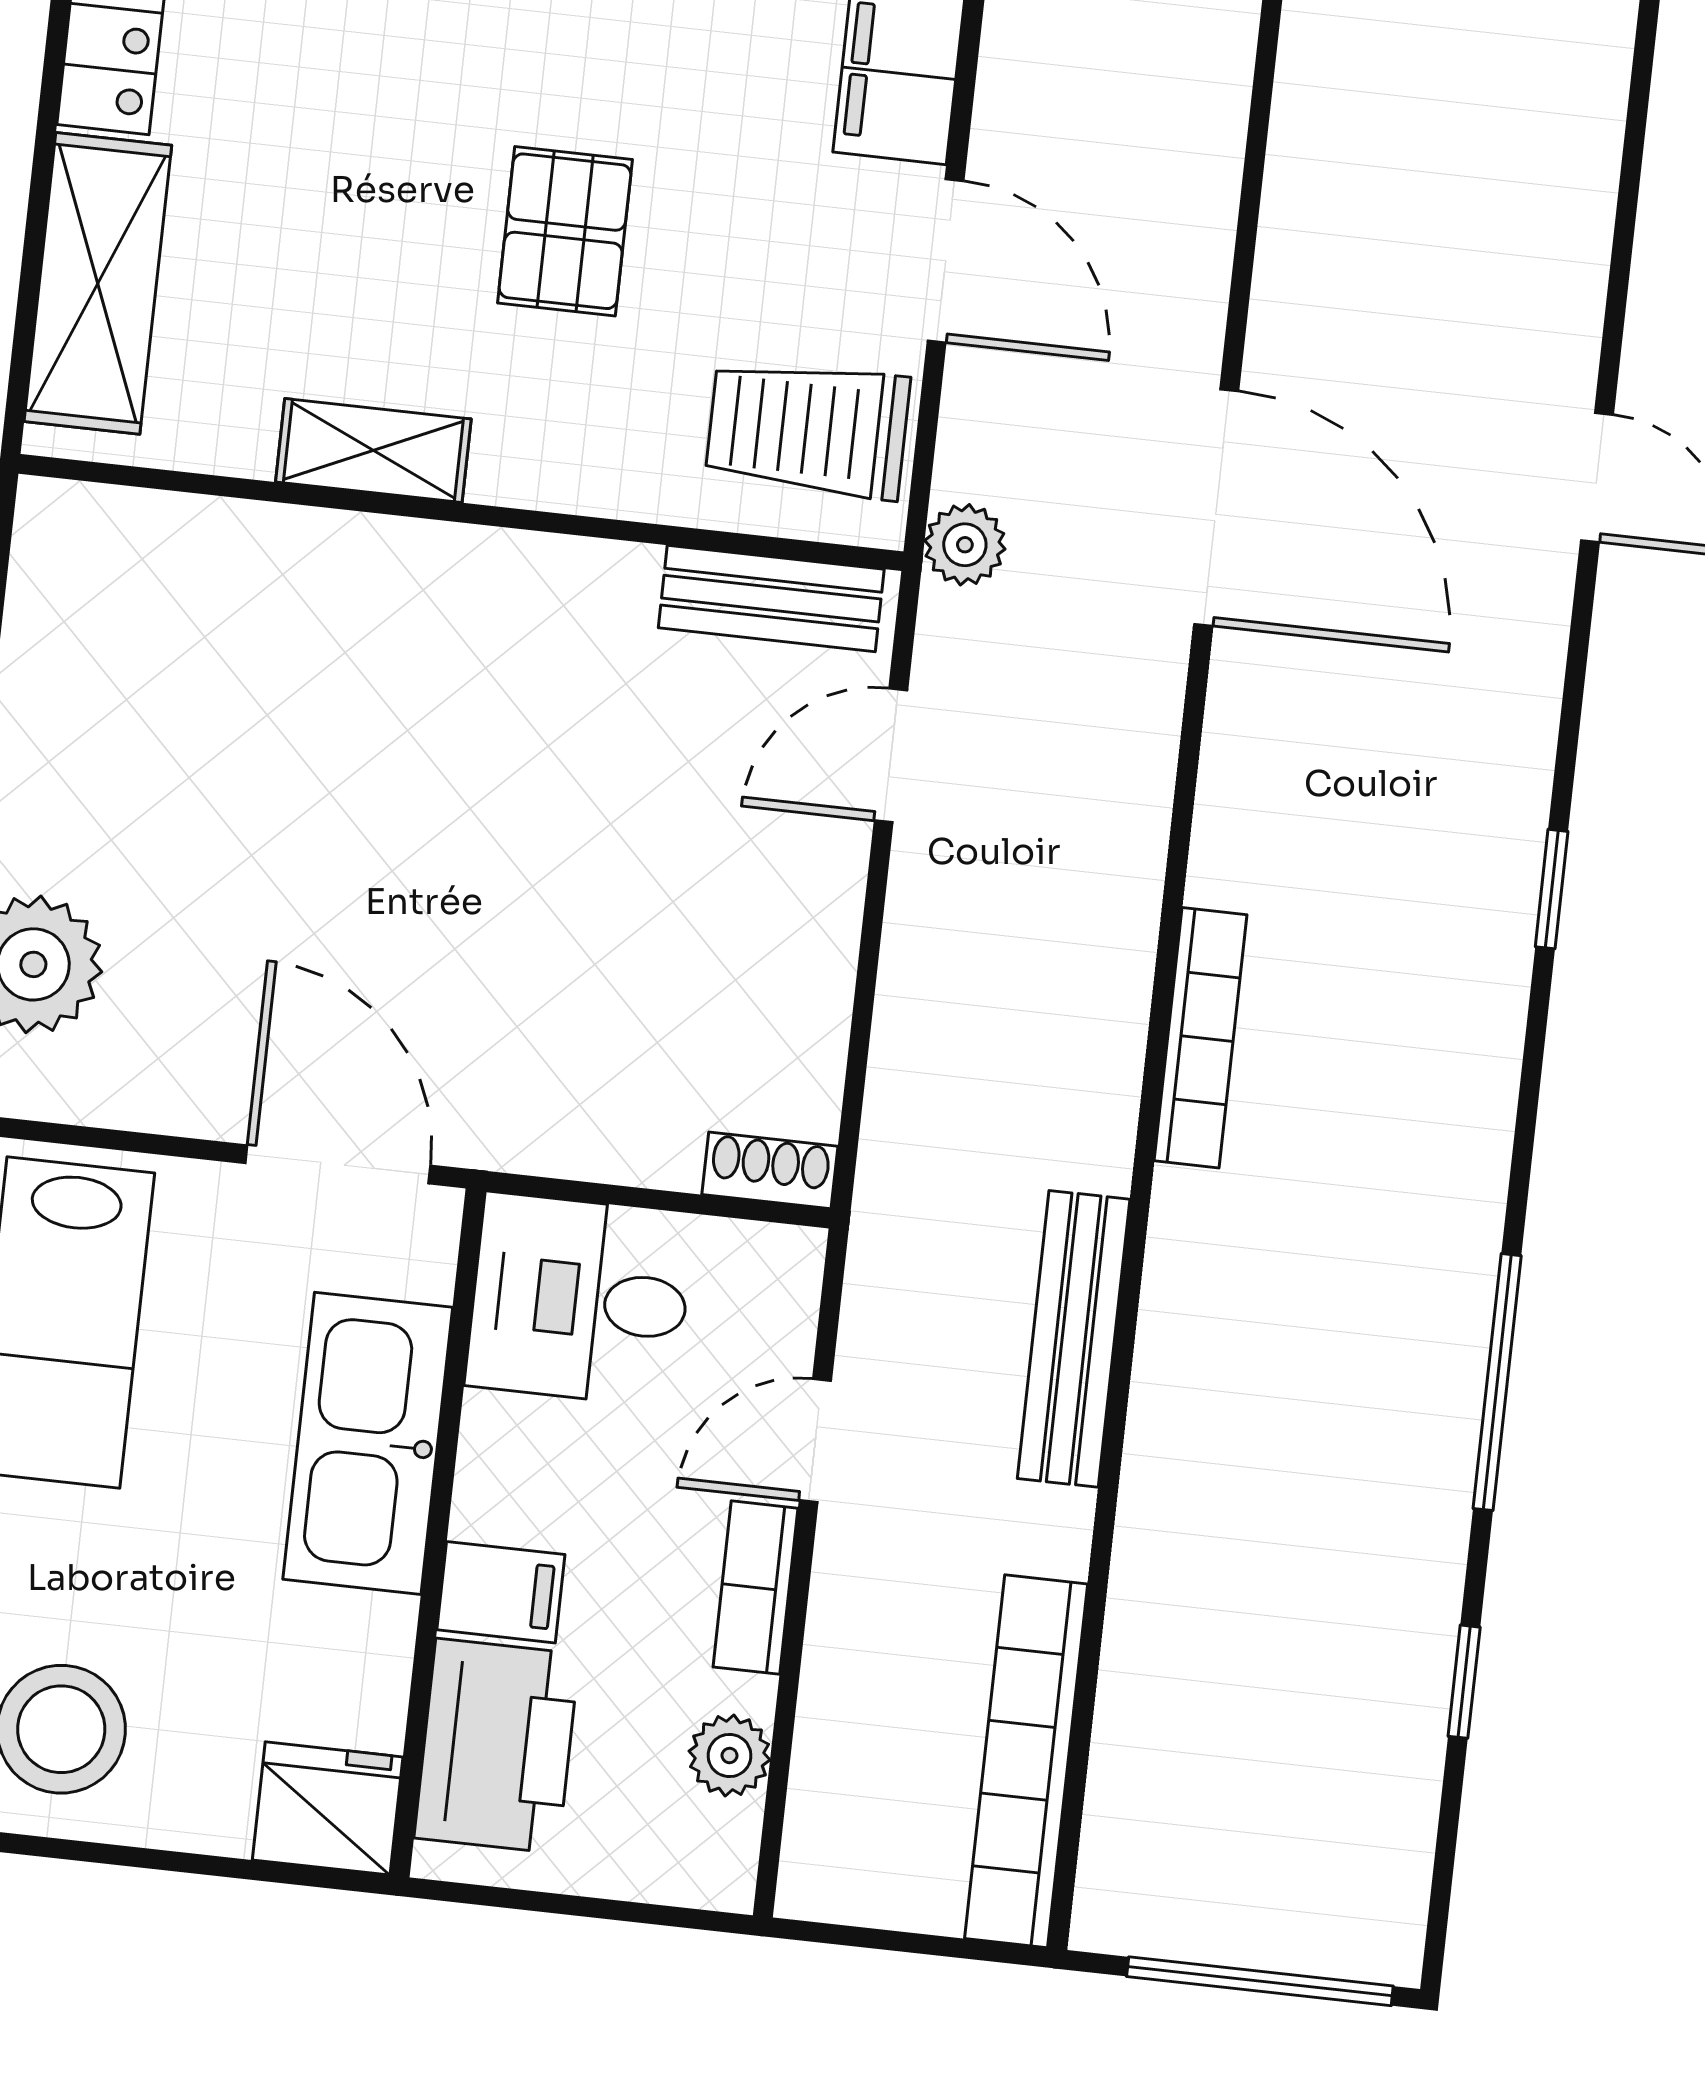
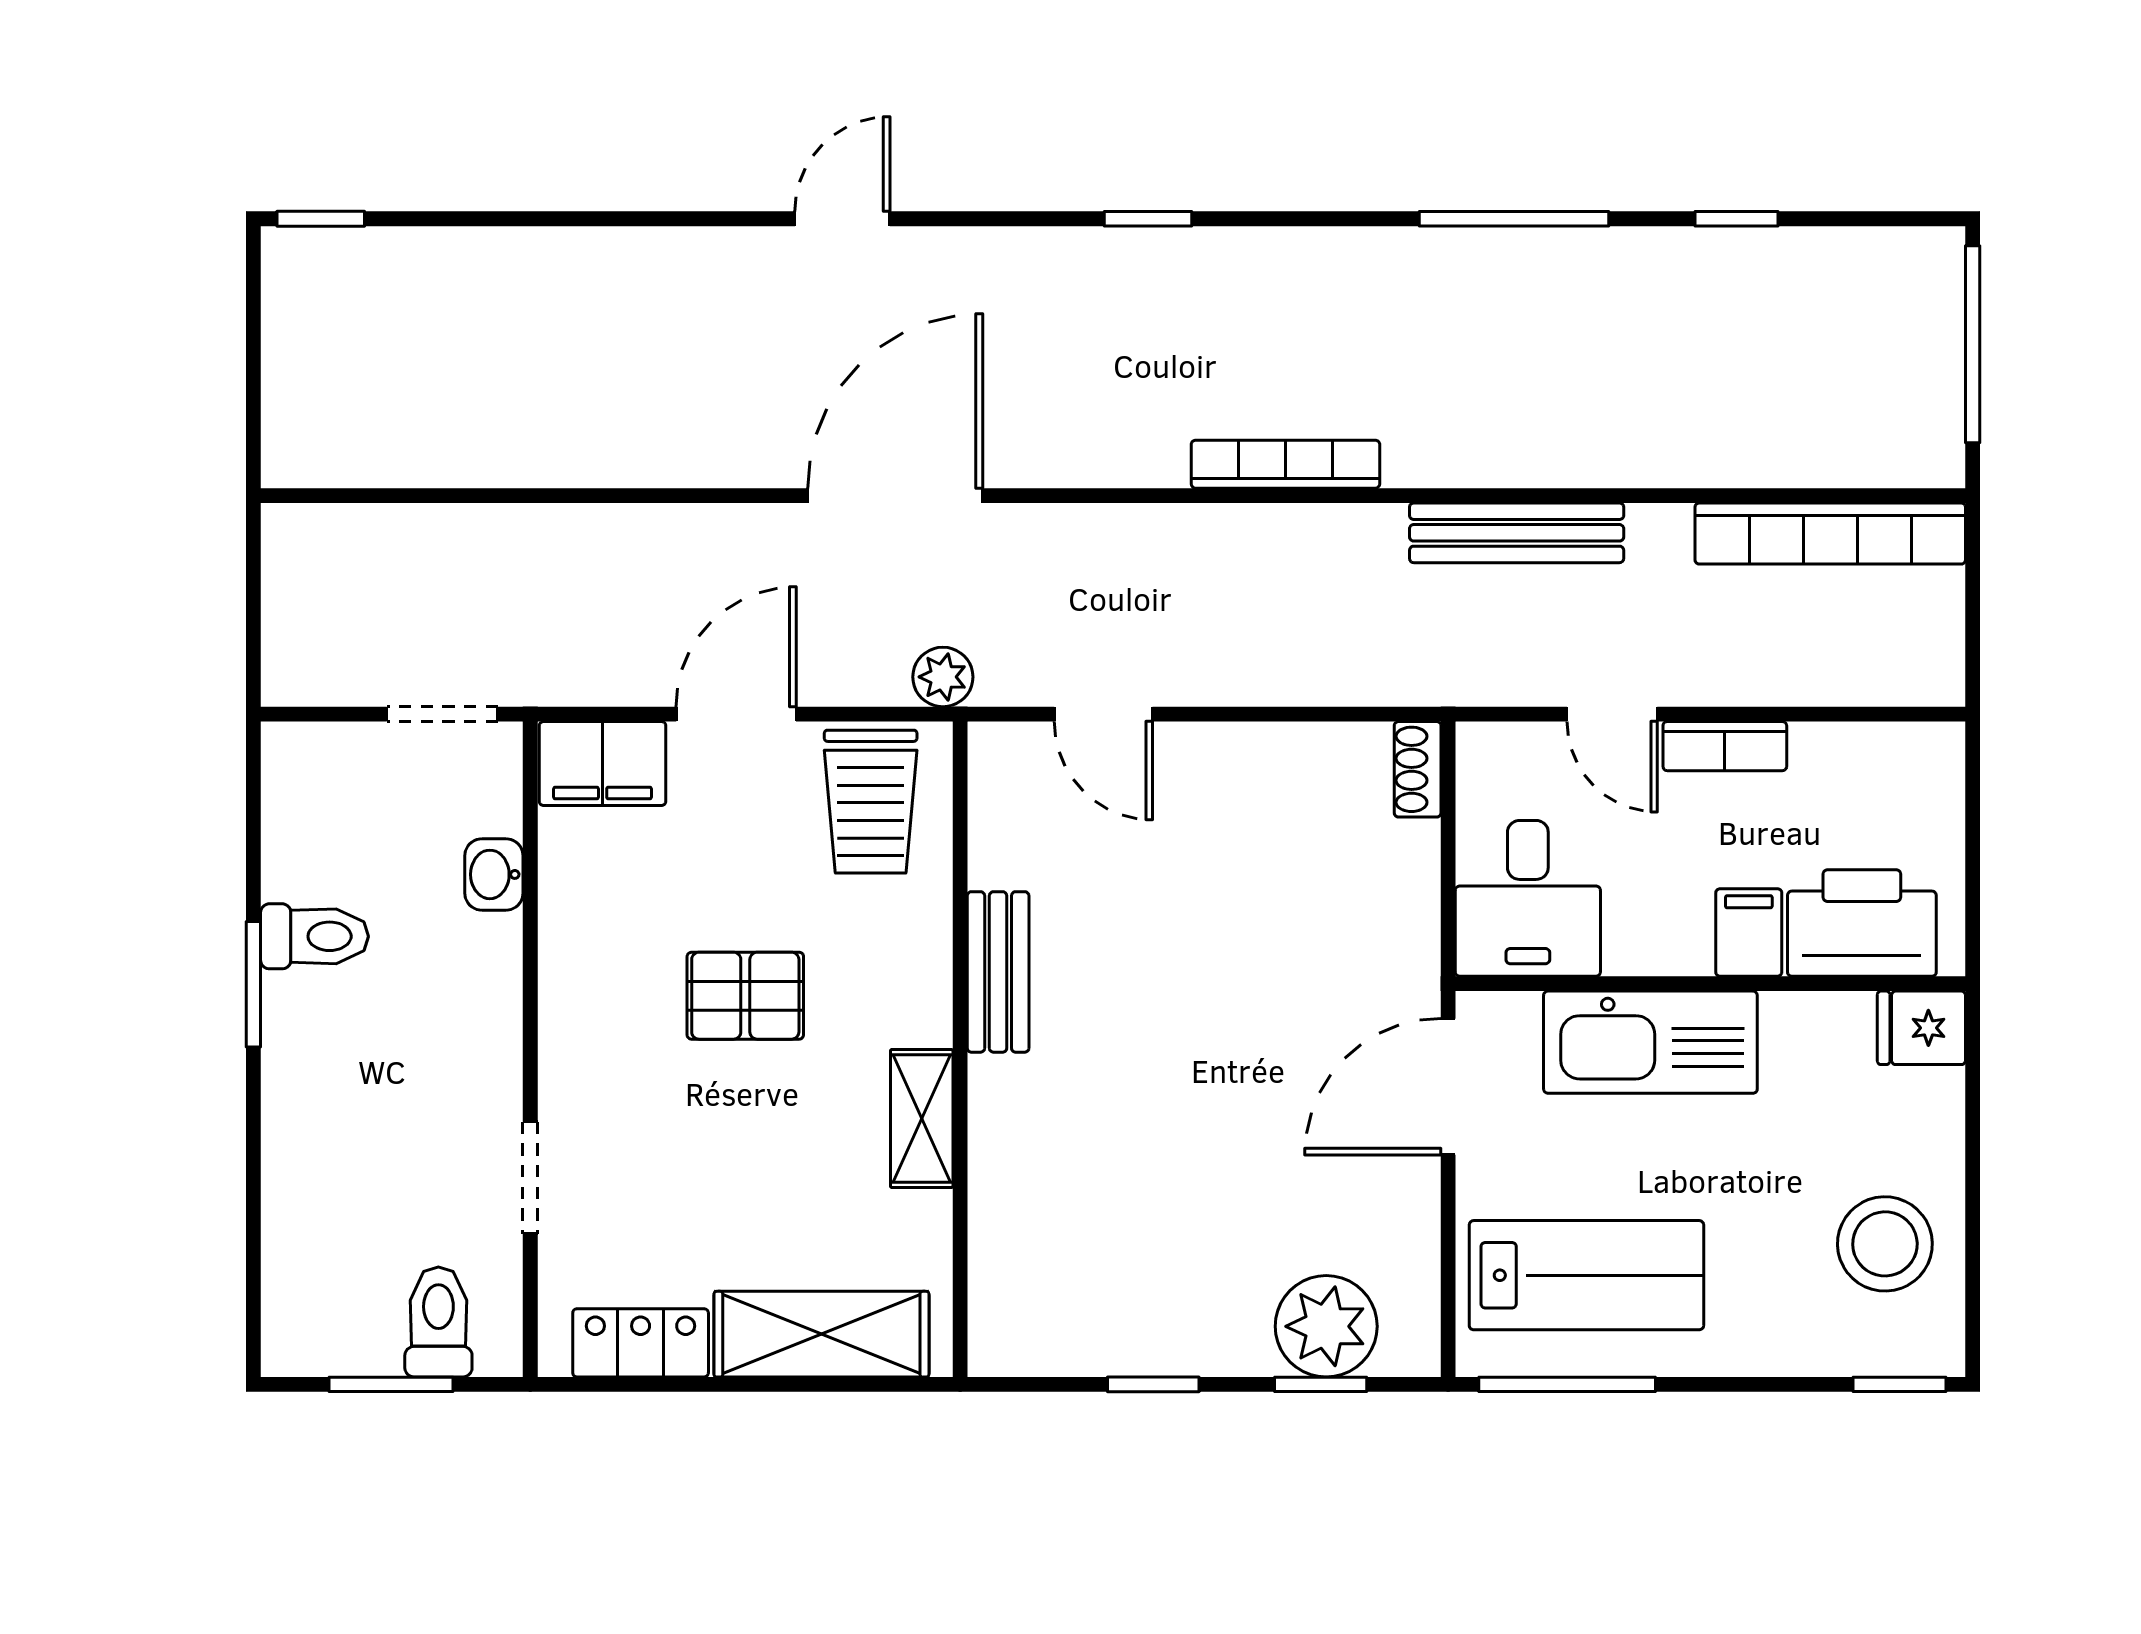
bench: (771, 599) -> (998, 972), moved
plant: (730, 1756) -> (1850, 752), removed
fridge: (328, 1808) -> (1921, 1028), width x0.72

